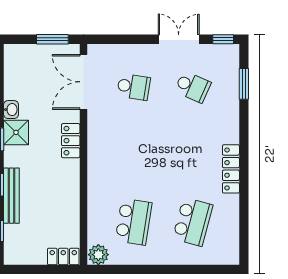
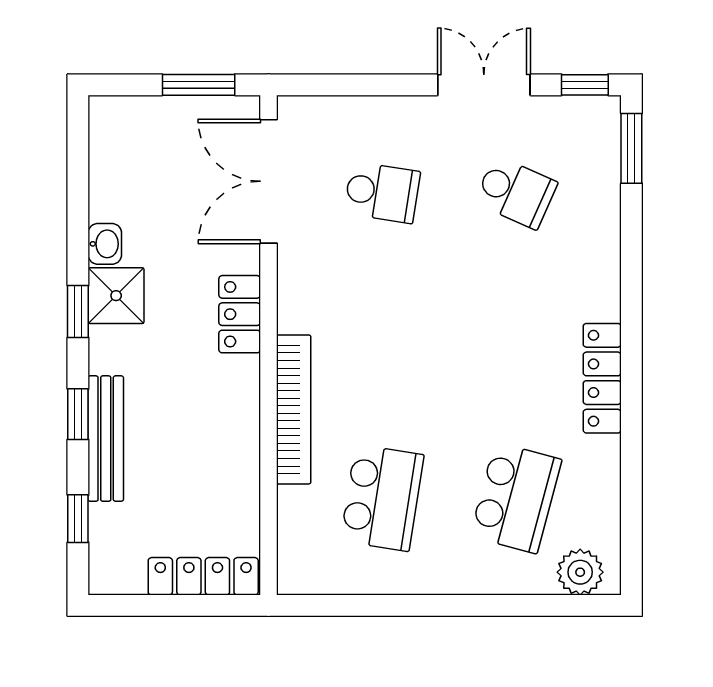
window: (244, 84) -> (631, 148), moved
bookcase: (95, 183) -> (294, 409), added
plant: (98, 255) -> (580, 572), moved
locker: (63, 256) -> (203, 576), width x1.53

